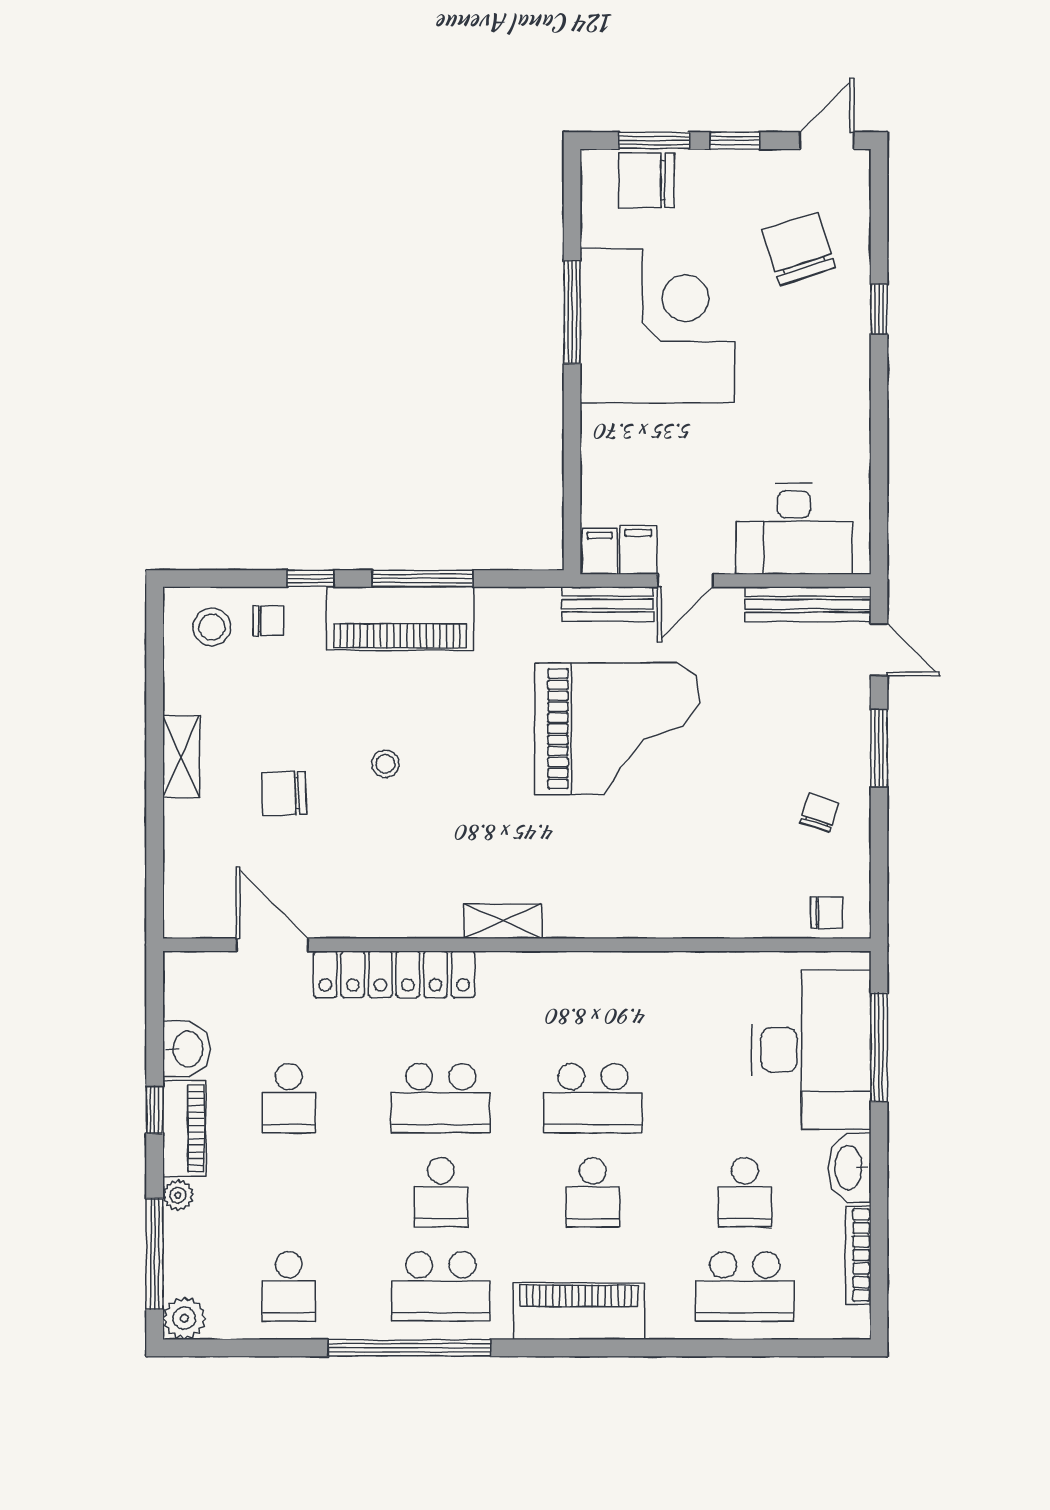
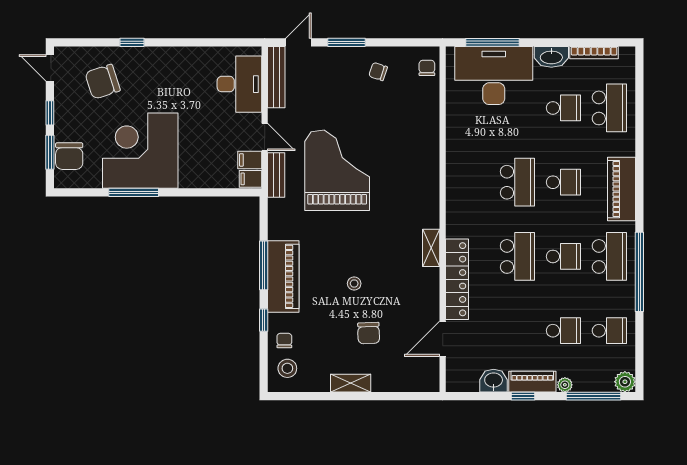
shelving: (503, 921) -> (431, 248), moved
school desk: (289, 1098) -> (563, 331), moved

